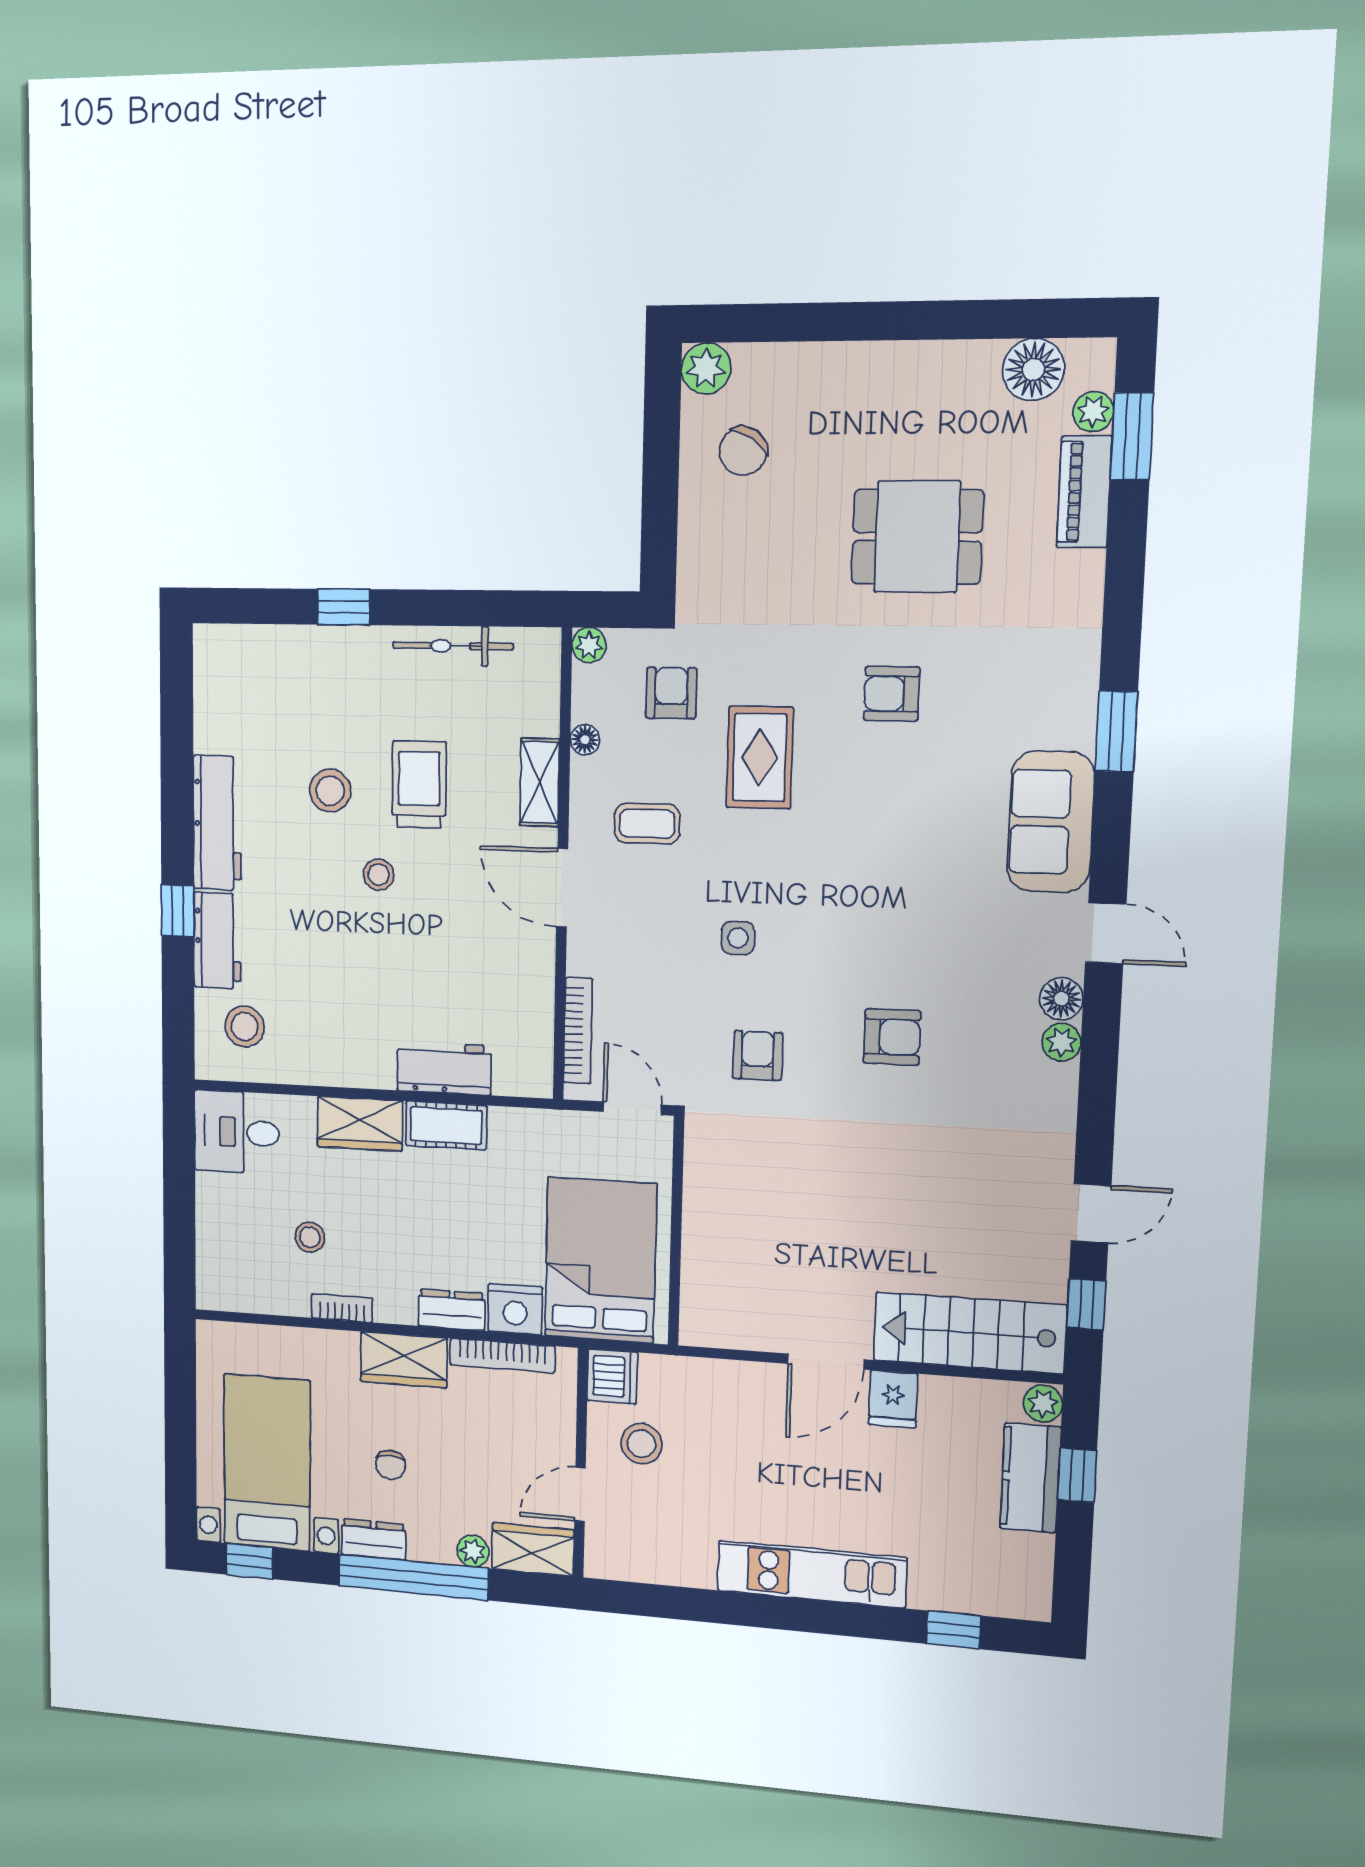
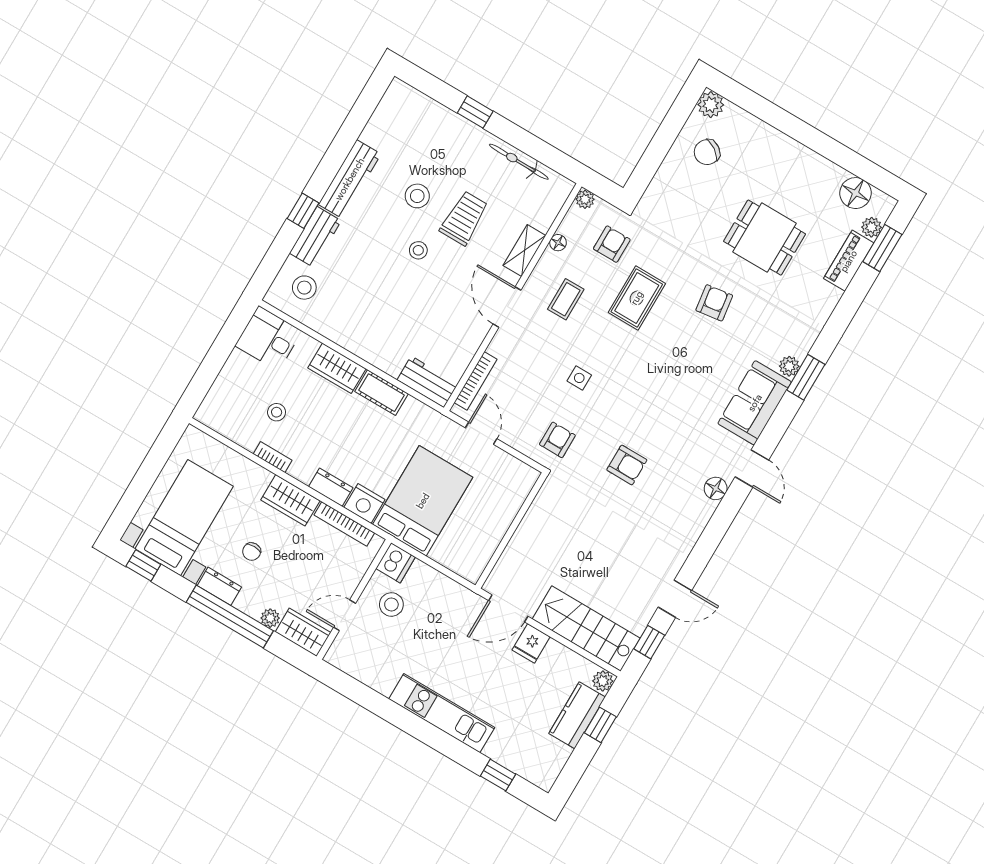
armchair: (892, 694) -> (714, 303), turned 82
coffee table: (647, 824) -> (566, 299), turned 90
plant: (1061, 1042) -> (789, 366), moved
workbench: (444, 1068) -> (428, 382), moved
wall: (676, 1231) -> (511, 531), moved

